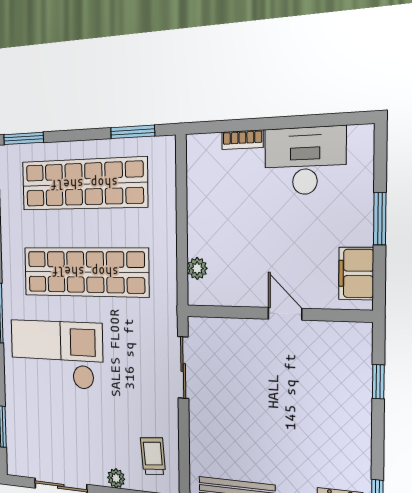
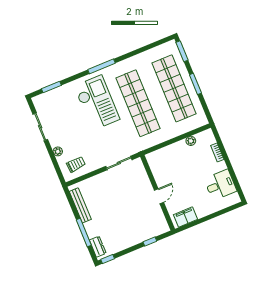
window: (133, 132) -> (195, 84), moved
desk: (305, 161) -> (220, 185), width x0.73
window: (380, 219) -> (209, 217), removed
plant: (197, 268) -> (191, 141), moved

